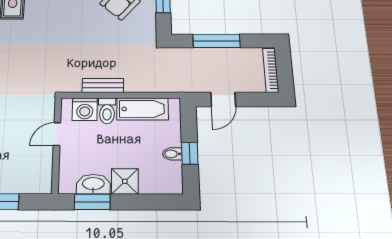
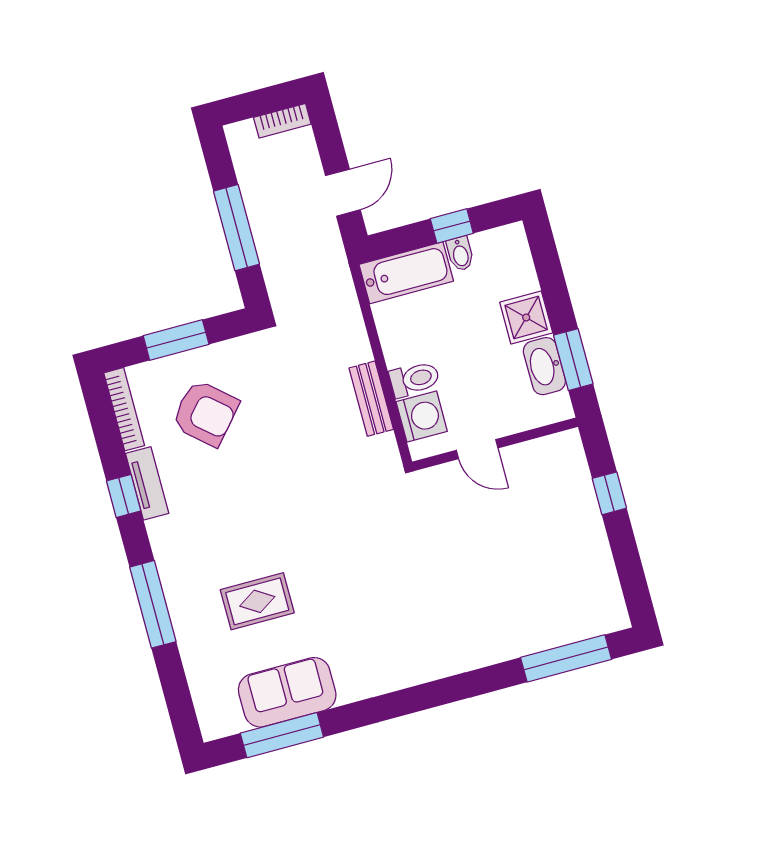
bookcase: (271, 70) -> (282, 121), width x0.64
door: (223, 100) -> (343, 193), hinge flipped
bathtub: (142, 109) -> (406, 273), moved, turned 90

